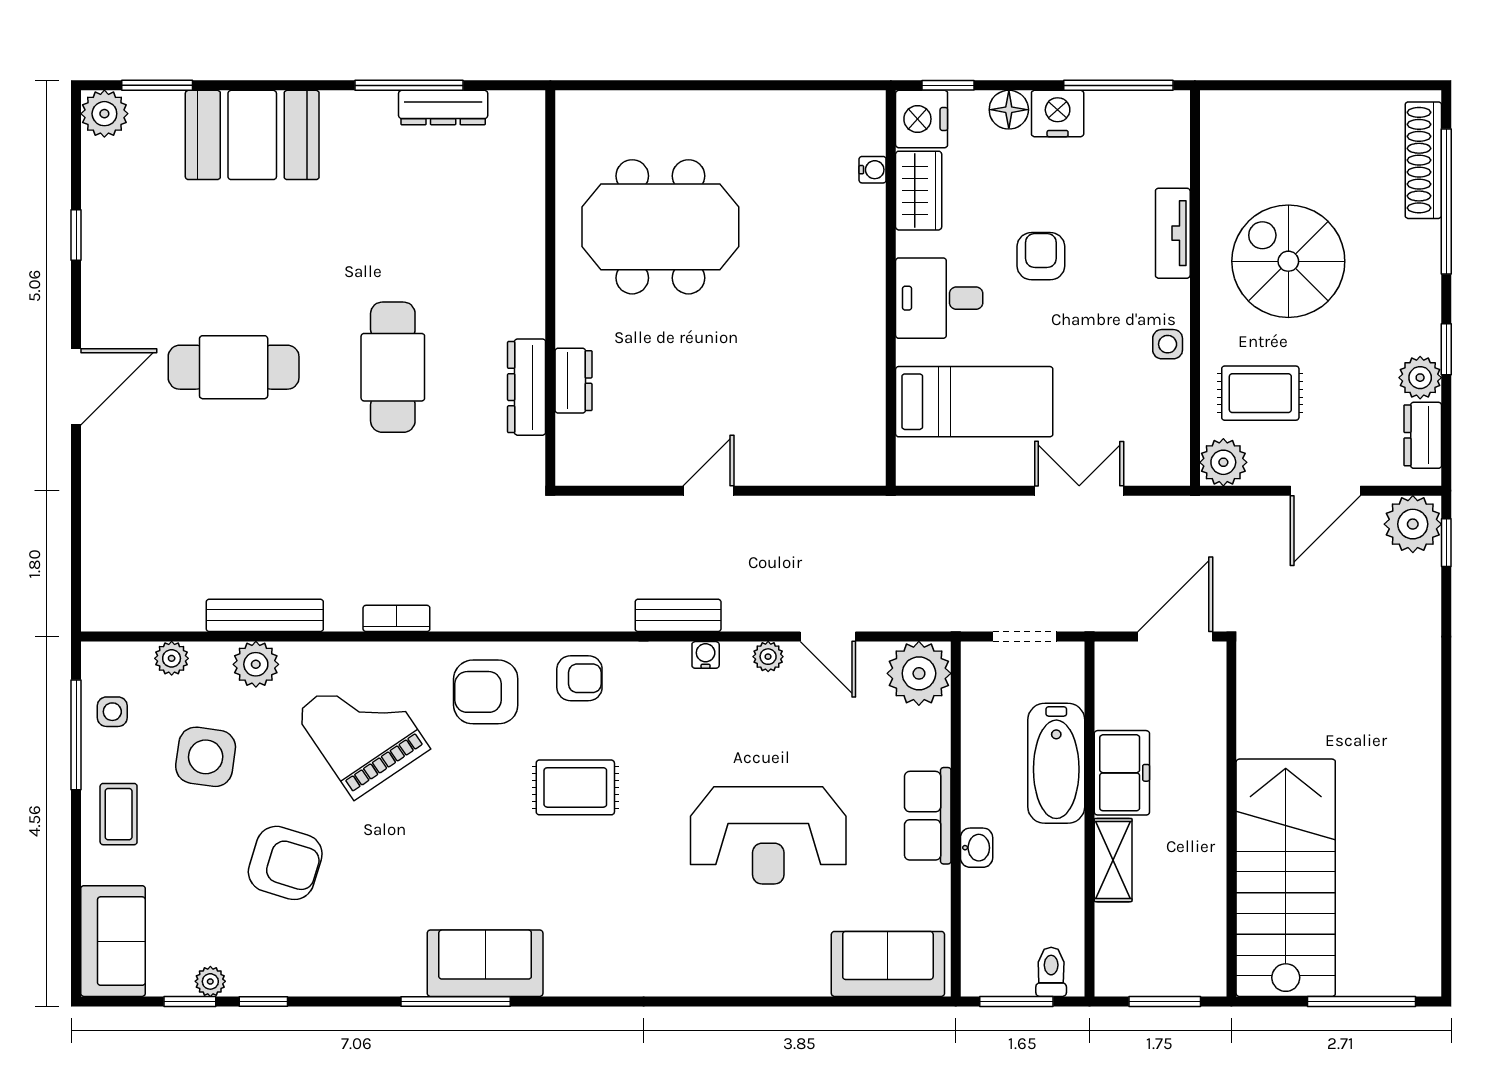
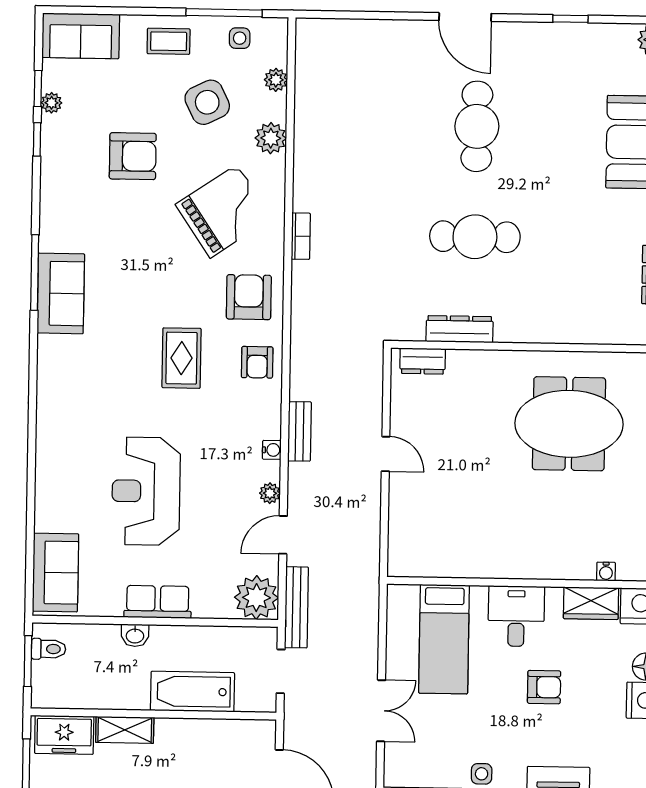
meeting table: (660, 227) -> (569, 424), turned 90
dresser: (574, 381) -> (423, 361), moved
bench: (265, 615) -> (296, 607), moved
side table: (206, 757) -> (207, 102), turned -34
freezer: (1122, 773) -> (64, 735), moved
armchair: (285, 863) -> (133, 156), turned -107
toilet: (1051, 972) -> (49, 649), moved

